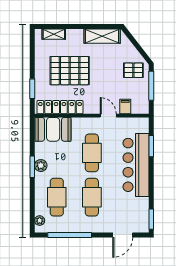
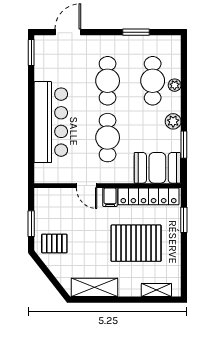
window: (151, 86) -> (31, 224), width x0.69
filing cabinet: (125, 106) -> (110, 197), moved
window: (151, 146) -> (31, 146), removed
window: (32, 167) -> (184, 145), moved
plant: (40, 221) -> (175, 85), moved
window: (70, 235) -> (136, 32), width x0.47

